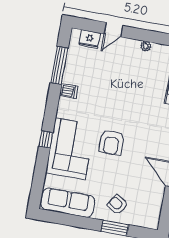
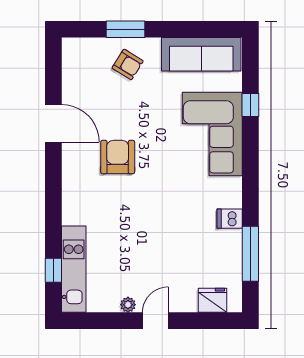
door: (113, 30) -> (155, 321), moved
window: (46, 139) -> (250, 105), moved
armchair: (112, 142) -> (118, 157), moved

